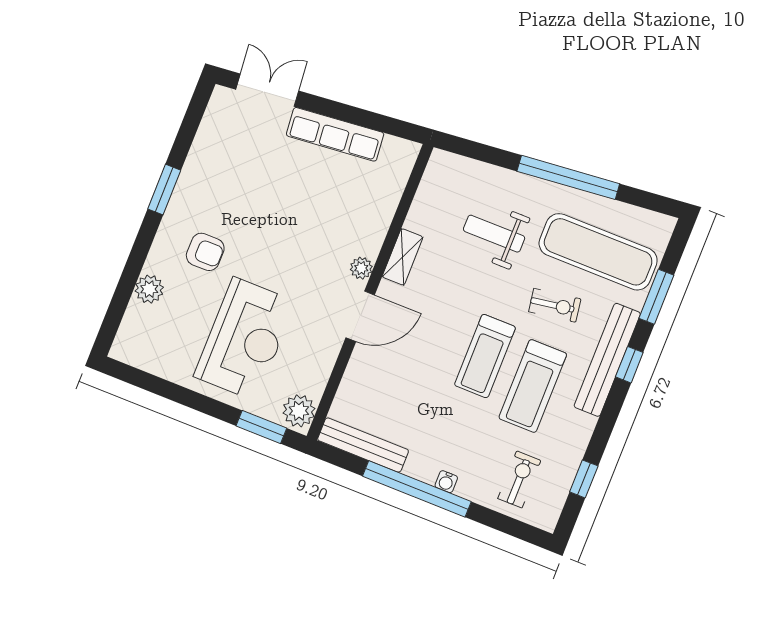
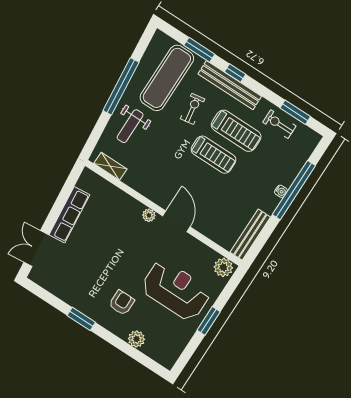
weight bench: (494, 234) -> (130, 126), moved
shelving: (403, 257) -> (110, 166), moved
window: (261, 427) -> (209, 321), moved
exercise bike: (519, 479) -> (279, 124), moved
window: (584, 479) -> (295, 112), width x1.50
window: (417, 489) -> (294, 190), moved

